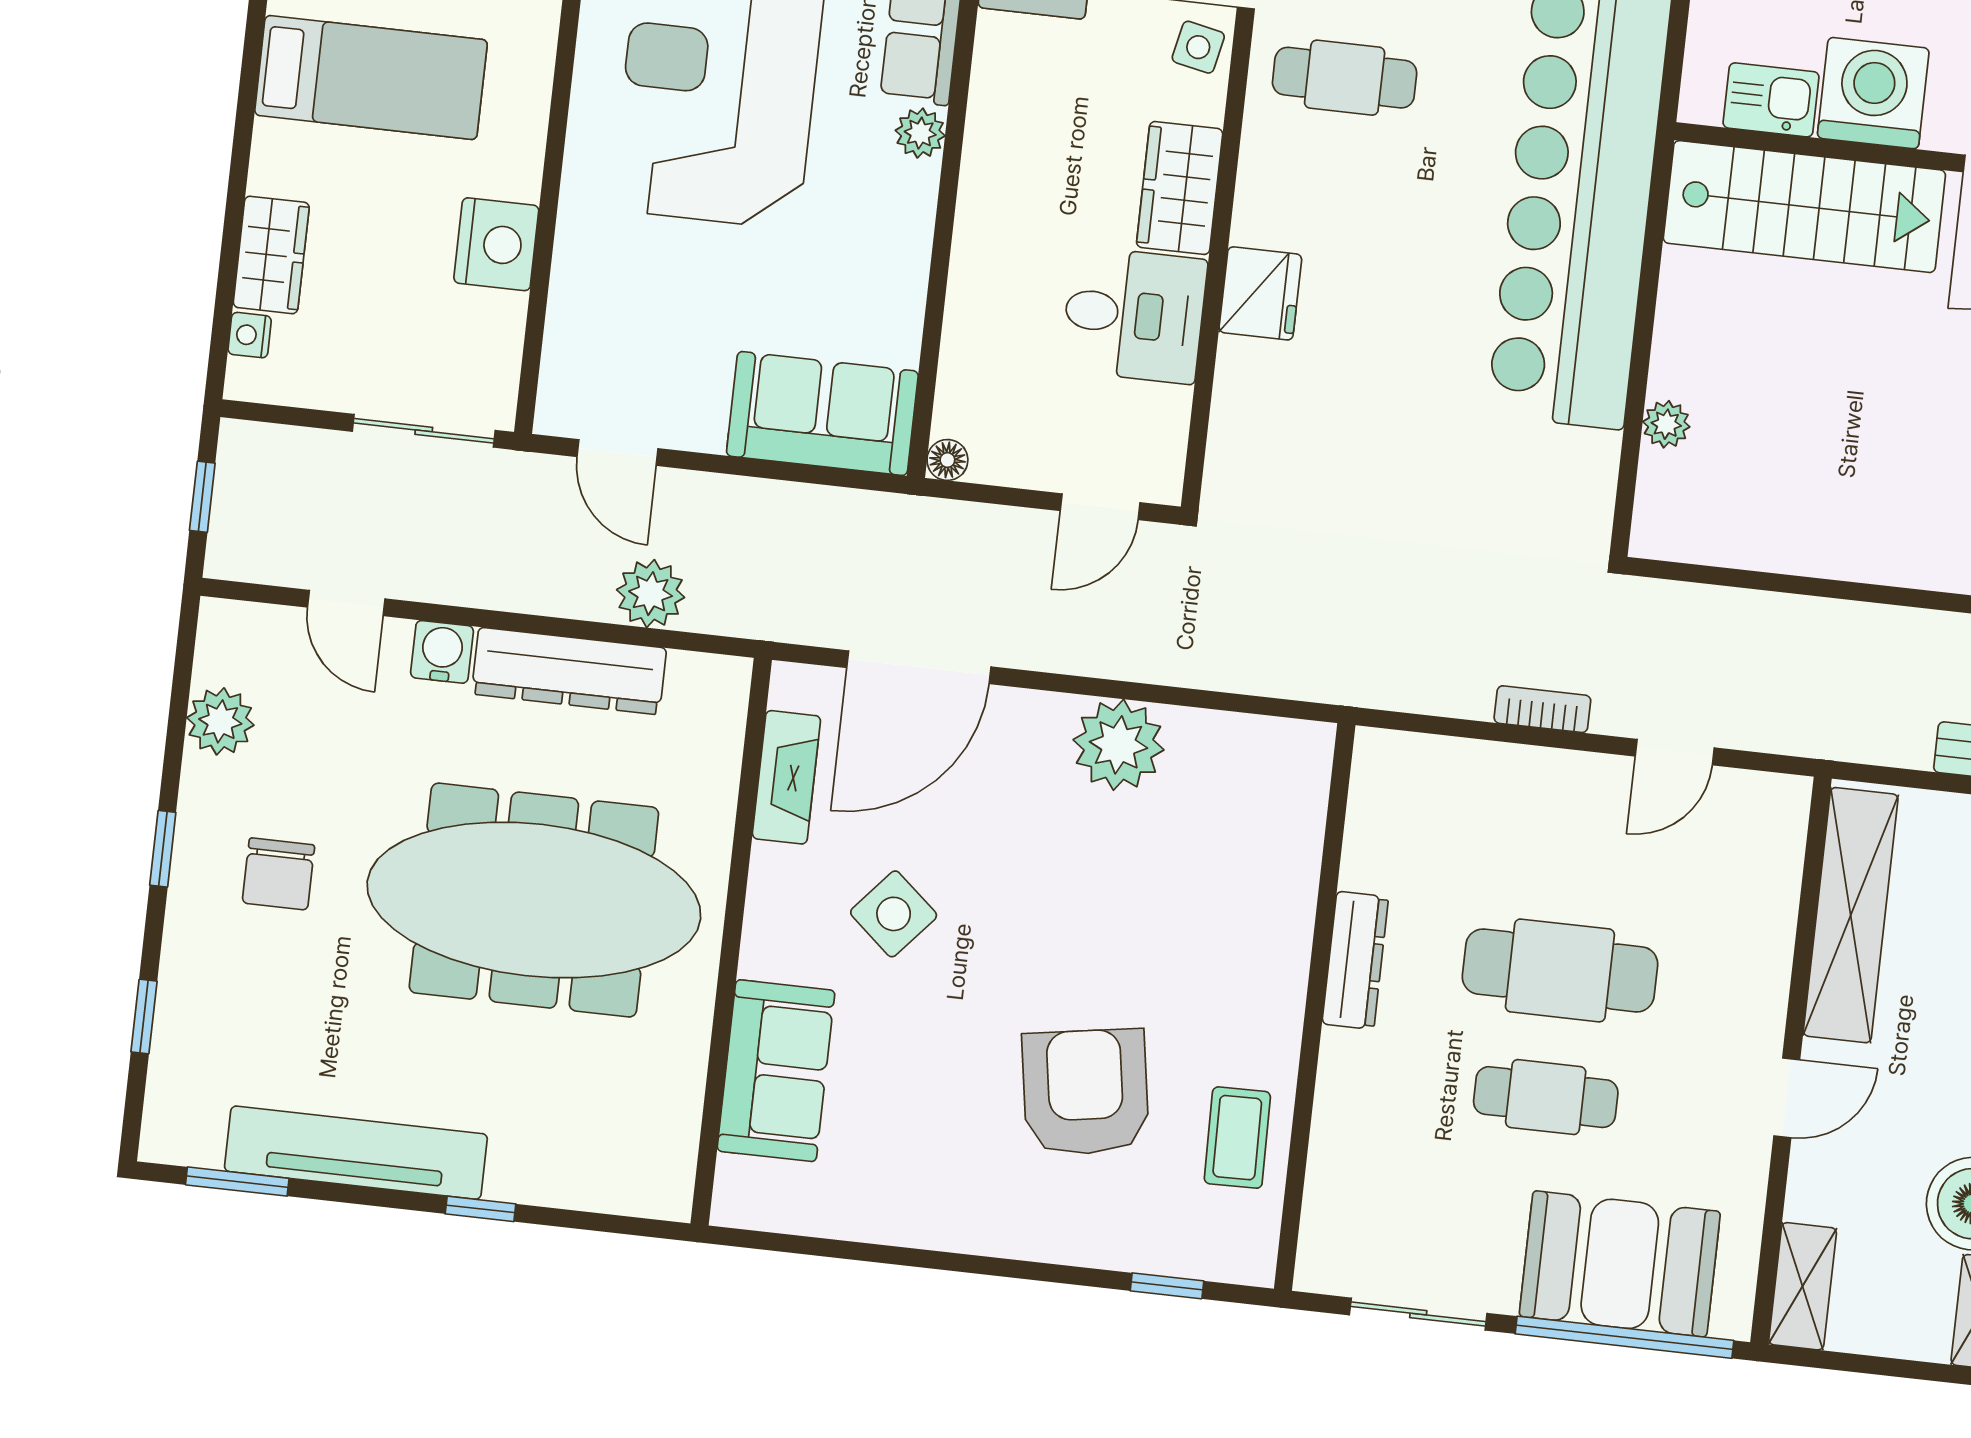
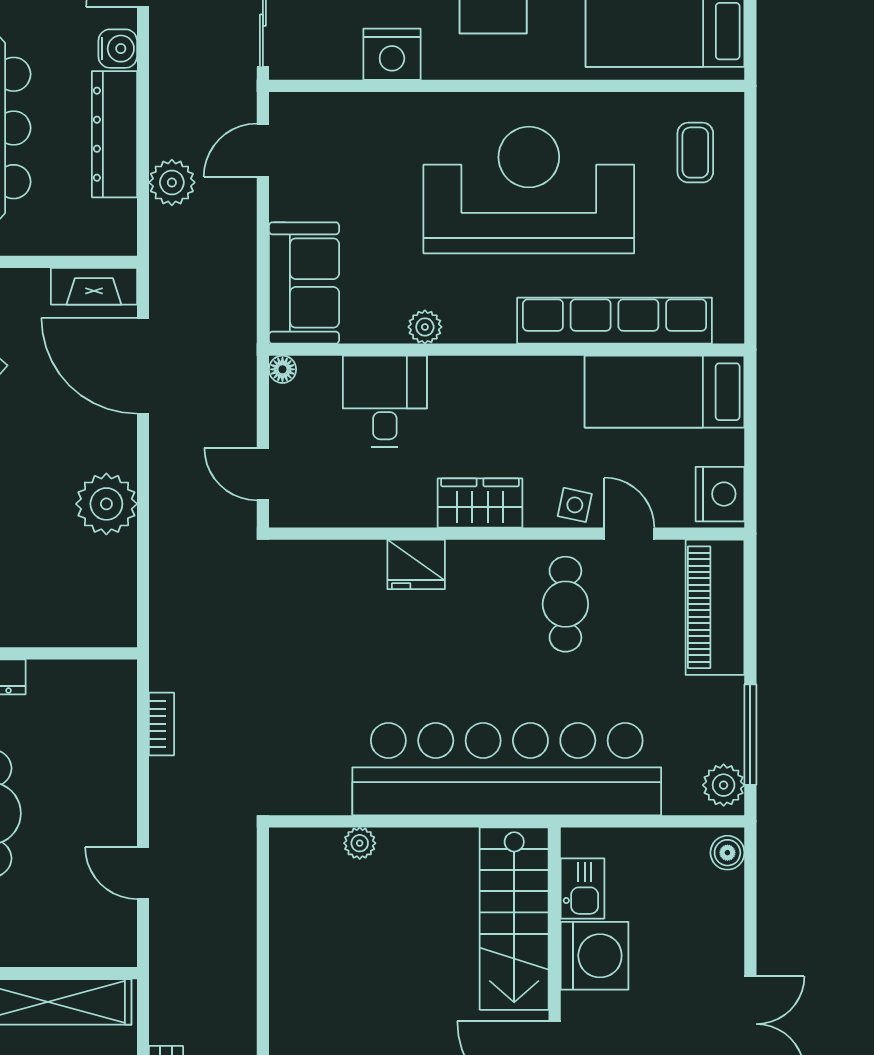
plant: (920, 133) -> (425, 327), moved
desk: (1134, 315) -> (385, 401), moved, turned 180
bookcase: (1542, 709) -> (162, 724), moved
fireplace: (786, 777) -> (94, 286), moved

